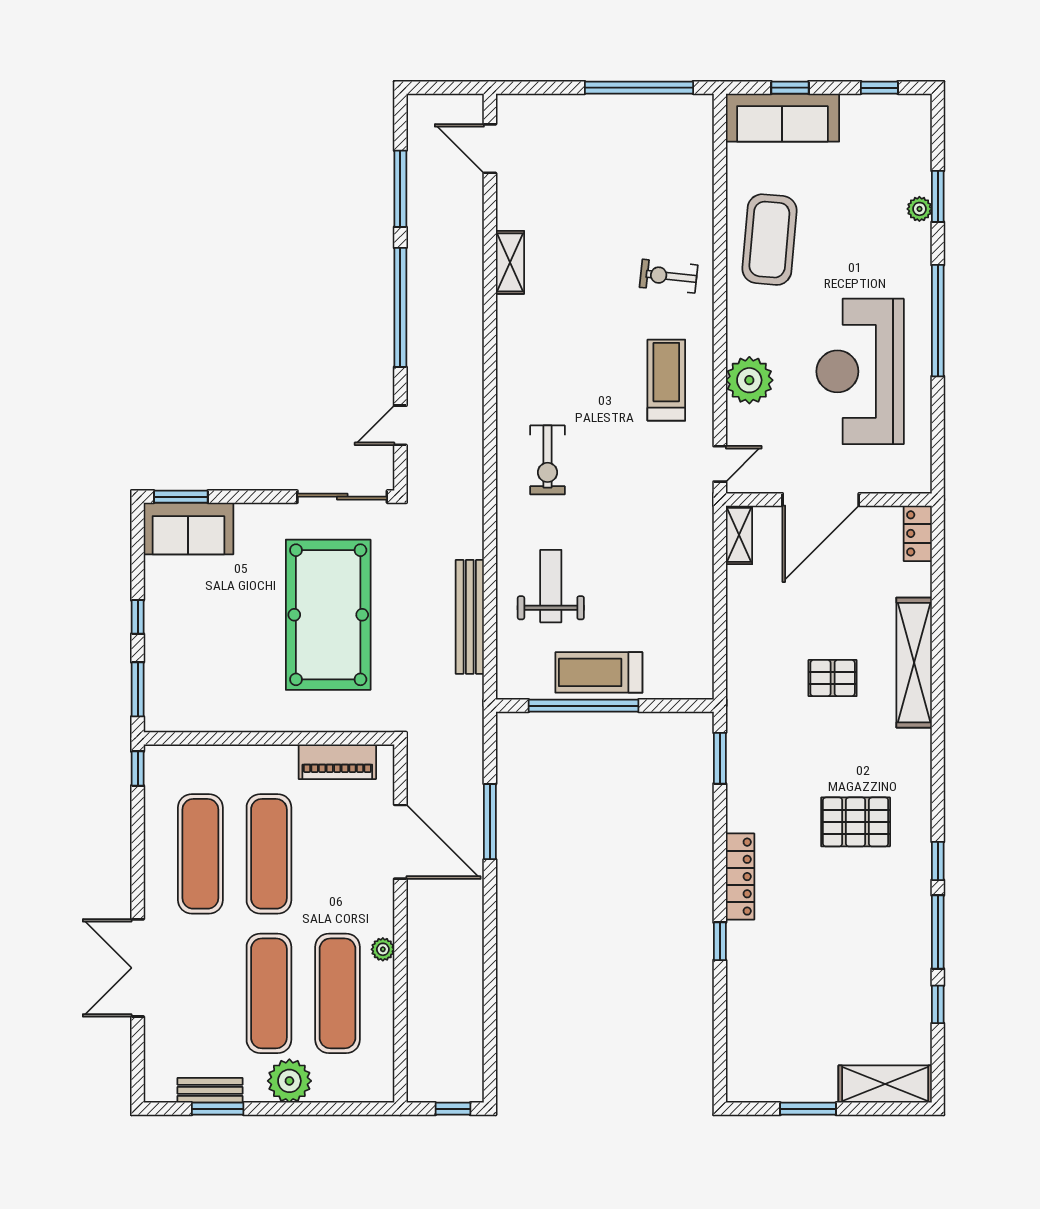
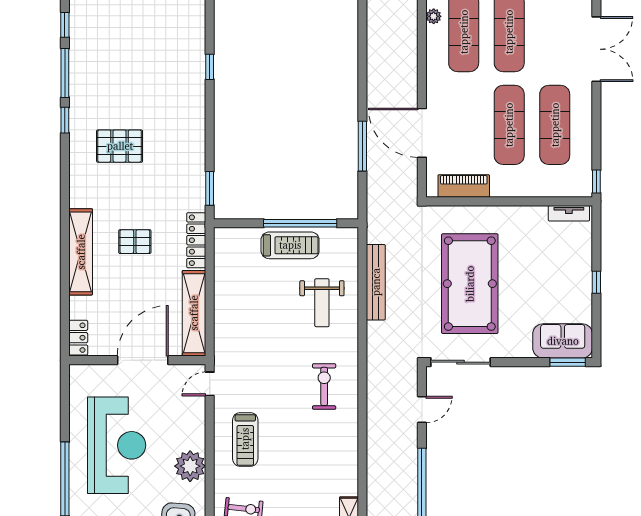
plant: (749, 380) -> (190, 466), moved
shelving: (739, 535) -> (194, 313), width x2.20, depth x1.33
window: (138, 689) -> (596, 234), removed
tv unit: (179, 721) -> (569, 213), added
locker: (740, 877) -> (196, 240), moved
plant: (383, 949) -> (434, 16), moved

